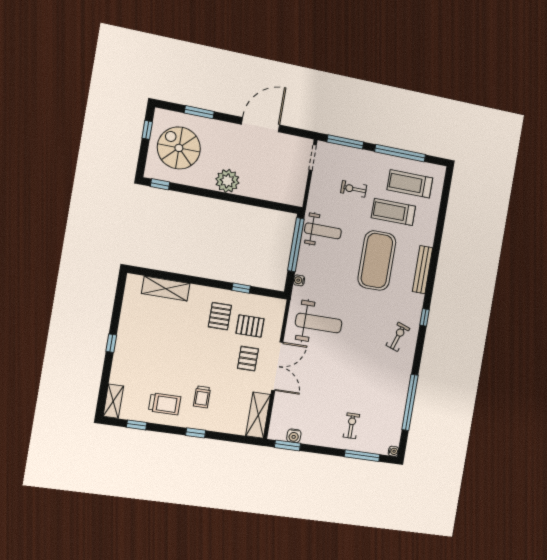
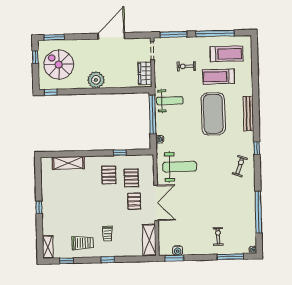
window: (199, 112) -> (54, 37), moved
treadmill: (410, 184) -> (227, 54), turned 180
wardrobe: (297, 186) -> (145, 73), added
pallet: (250, 326) -> (131, 178), turned 90

